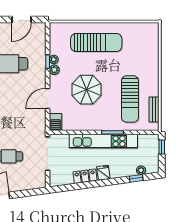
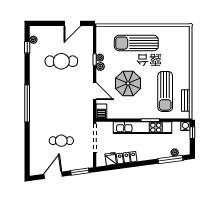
sun lounger: (96, 42) -> (136, 43), turned 180
door: (48, 98) -> (95, 91), swing flipped
water cooler: (153, 139) -> (185, 126), added
fridge: (103, 173) -> (111, 159), moved
window: (136, 178) -> (170, 159), width x2.17
window: (30, 193) -> (80, 172), added

